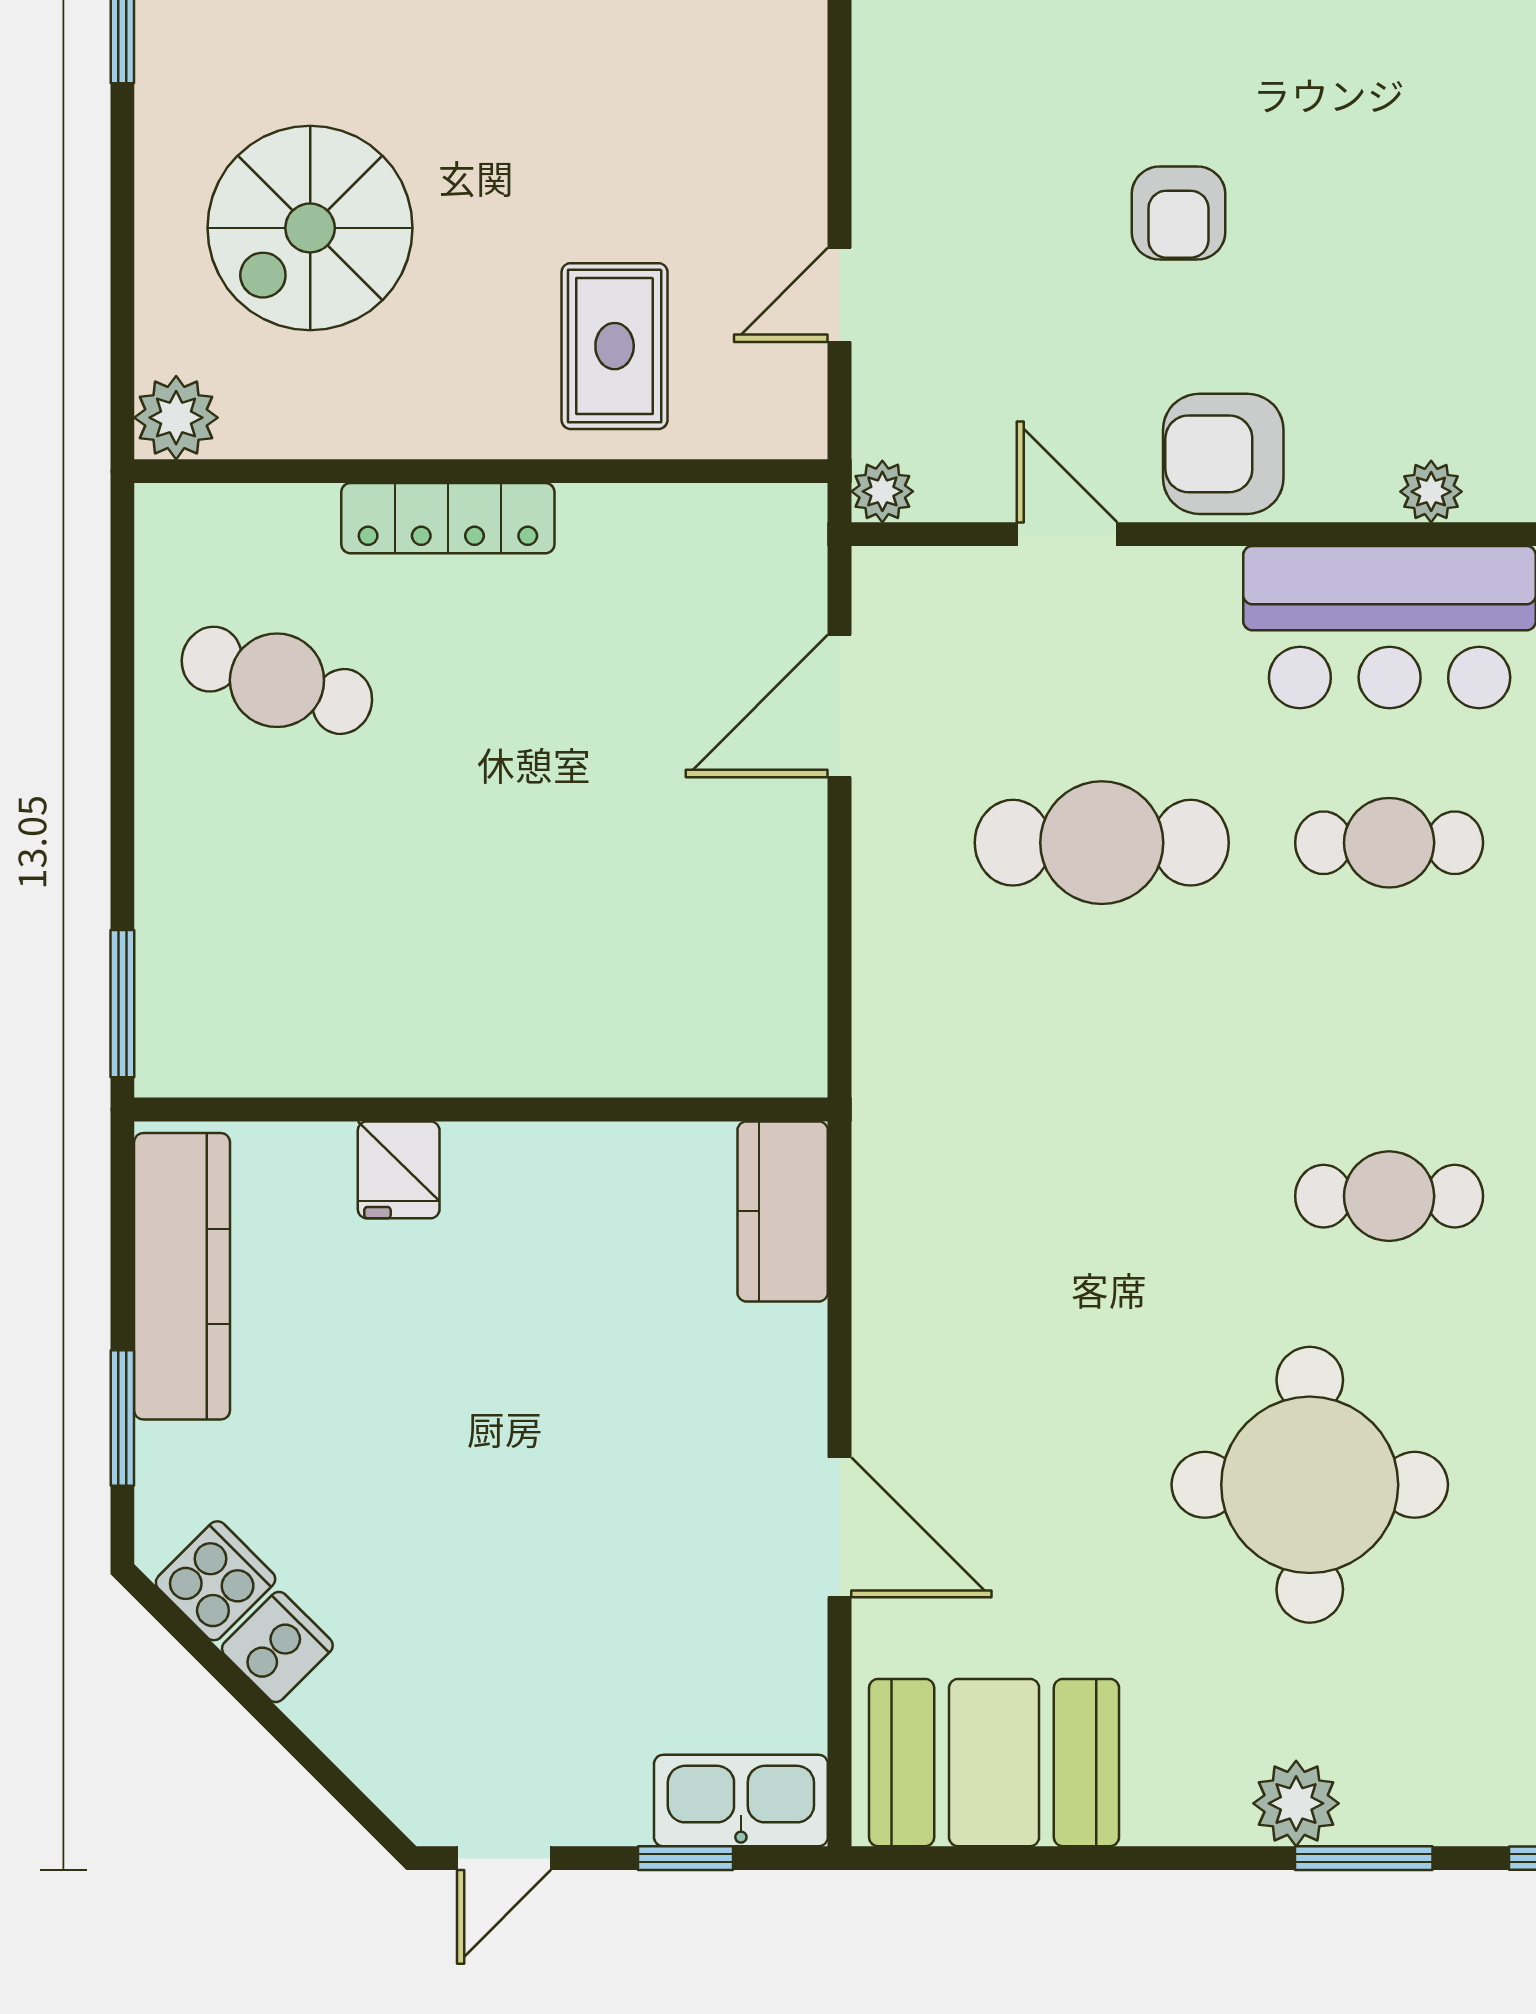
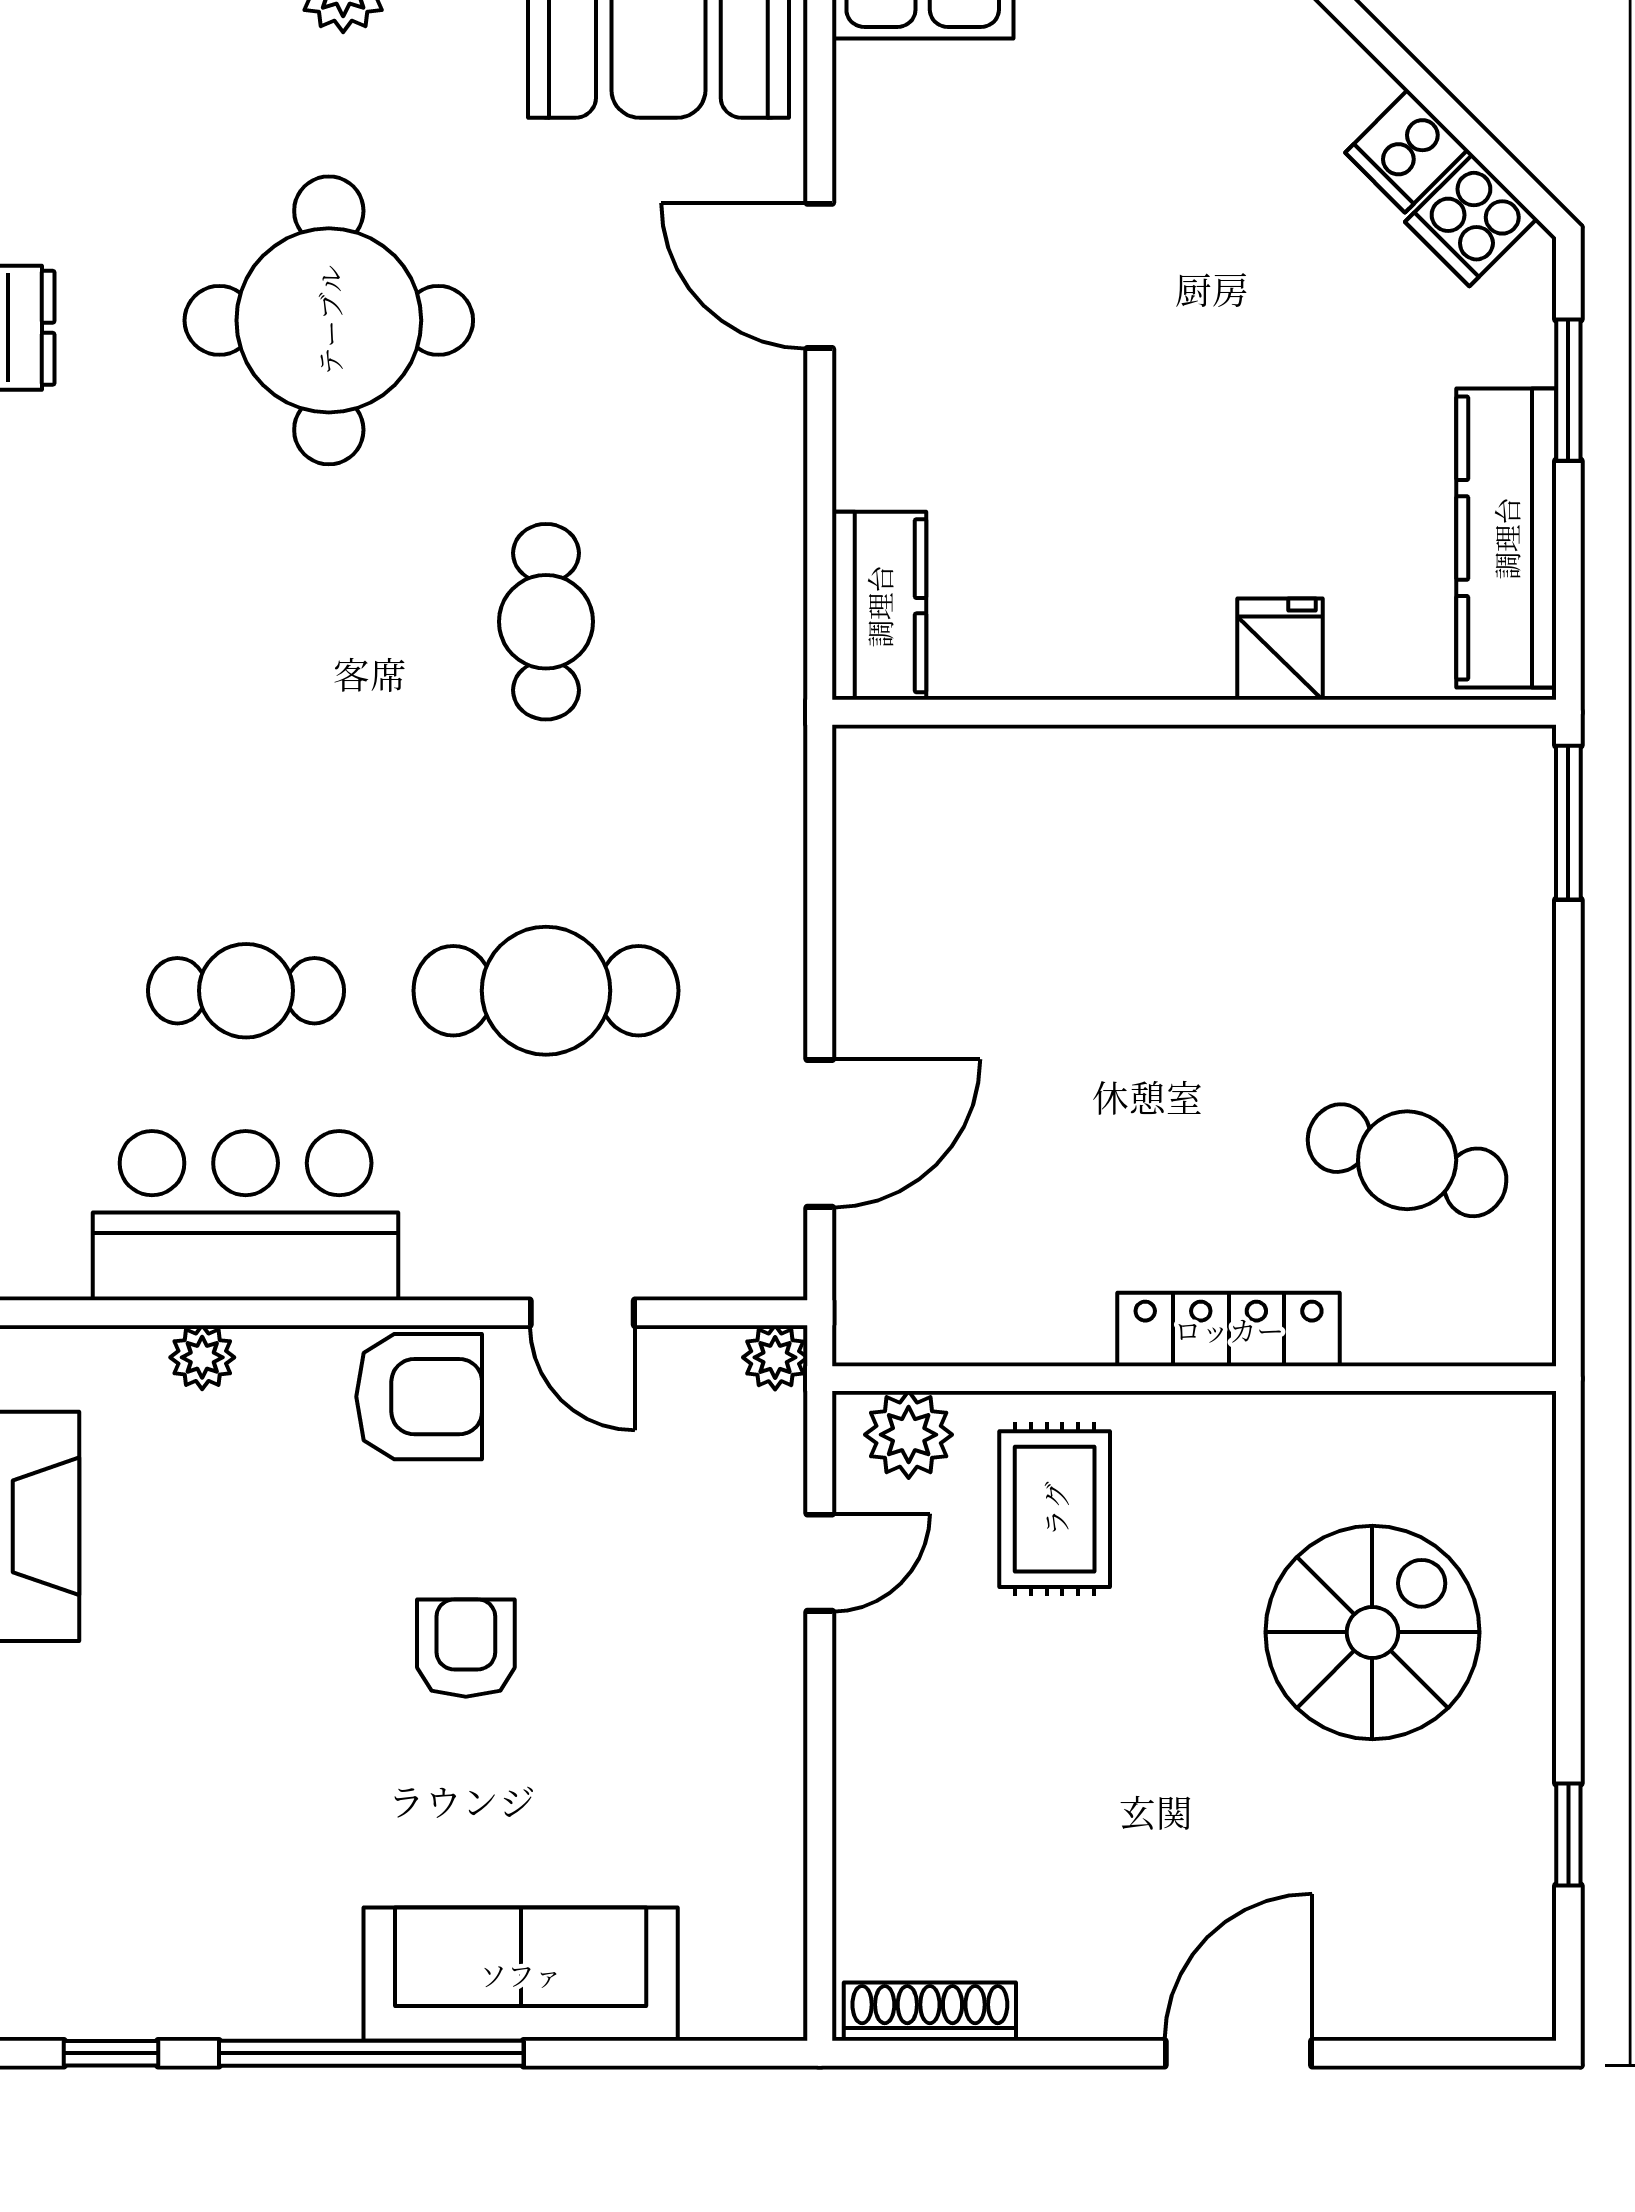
plant: (176, 418) -> (909, 1435), moved
cafe table: (1389, 1196) -> (546, 622), moved, turned 90

